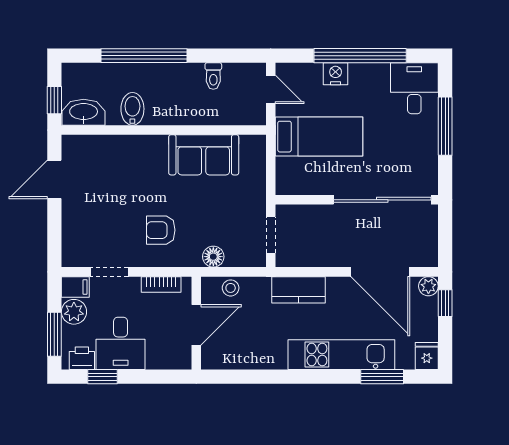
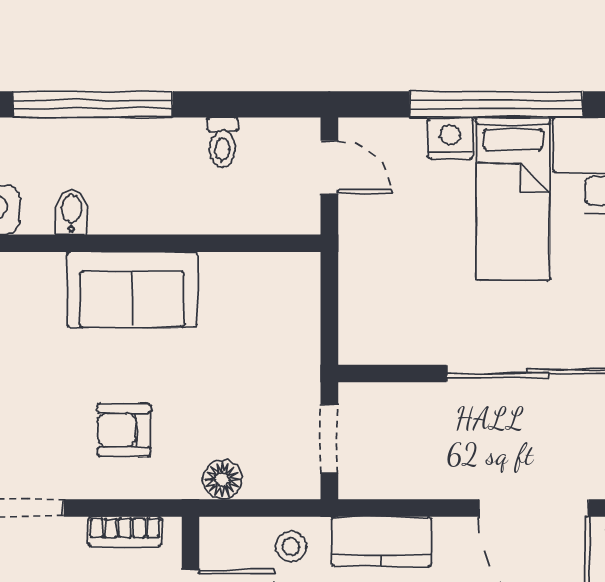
bidet: (132, 109) -> (71, 212), width x0.72, depth x0.74
bed: (319, 137) -> (513, 199), moved, turned 90
sofa: (204, 155) -> (132, 290), moved
stool: (231, 288) -> (291, 546), moved

